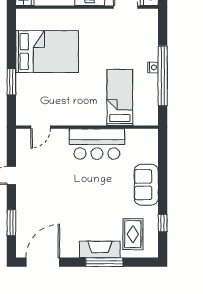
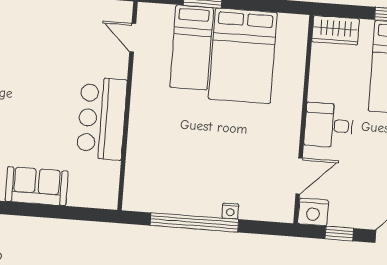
nightstand: (153, 67) -> (230, 211), moved
bed: (120, 97) -> (192, 47), moved, turned 90

